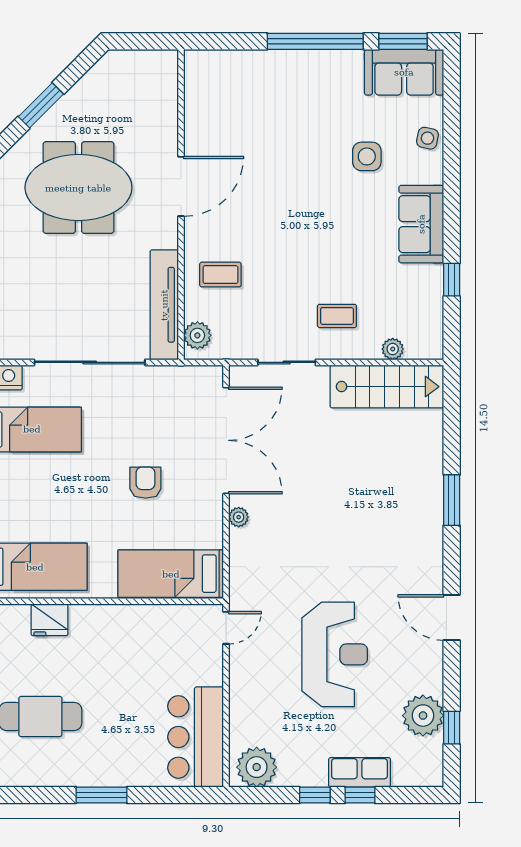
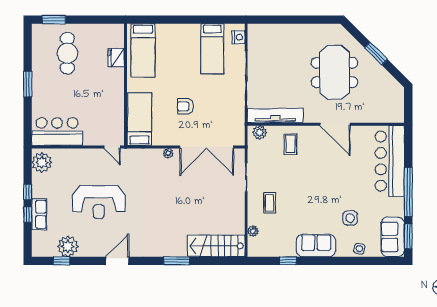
bar counter: (254, 78) -> (390, 161), added
stairs: (387, 387) -> (216, 246), moved, turned 90
armchair: (145, 483) -> (185, 106), turned 180

